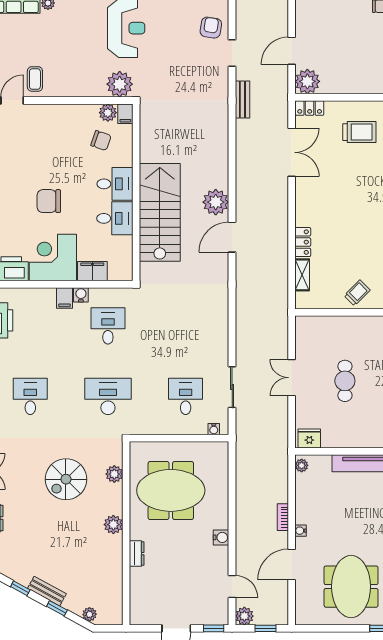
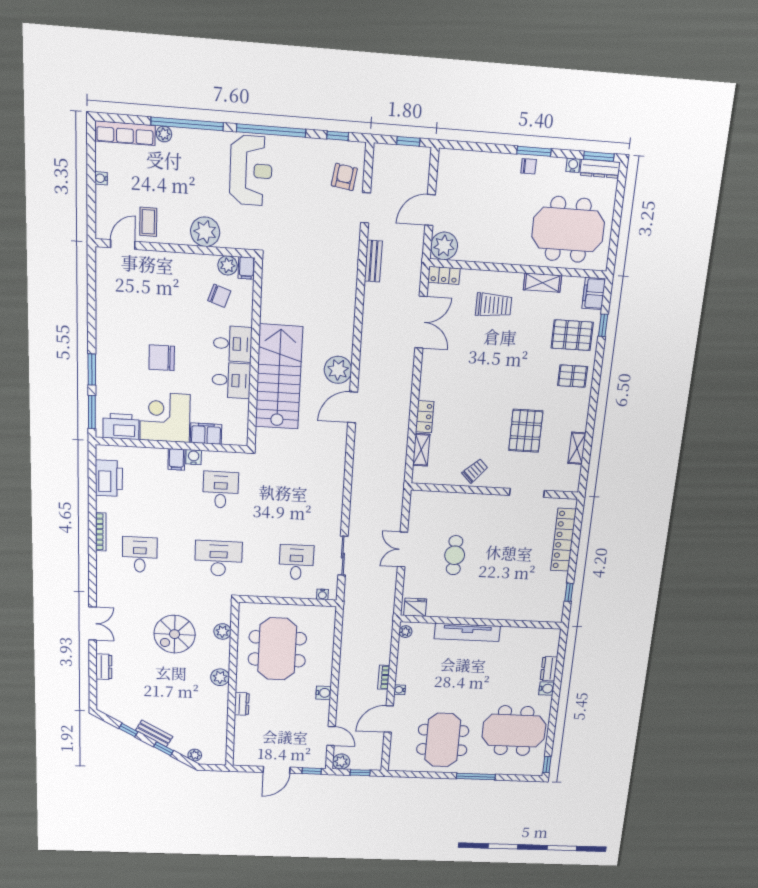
plant: (120, 84) -> (205, 232), moved
meeting table: (171, 490) -> (277, 649), turned 90

